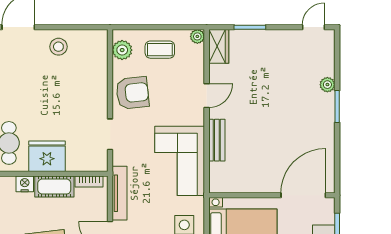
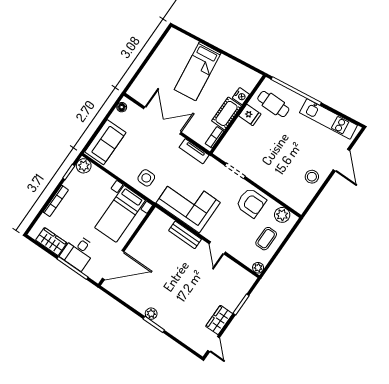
wardrobe: (219, 46) -> (219, 320), moved, turned 90
plant: (327, 85) -> (151, 314), moved
armchair: (132, 93) -> (251, 203), turned -84
fridge: (47, 156) -> (250, 115), width x0.53, depth x0.75
tv unit: (120, 193) -> (194, 151), width x0.71
door: (303, 195) -> (113, 265), hinge flipped

